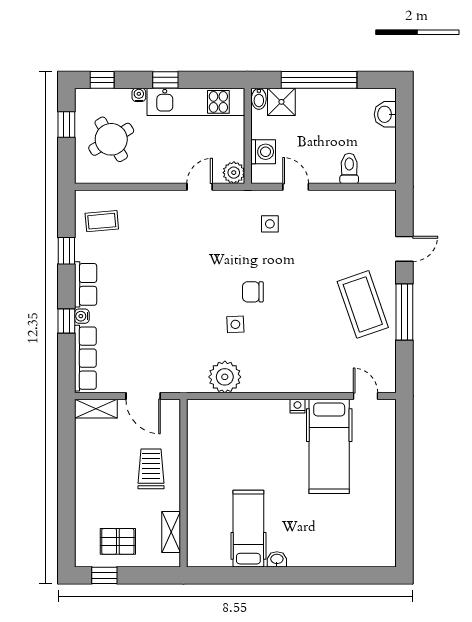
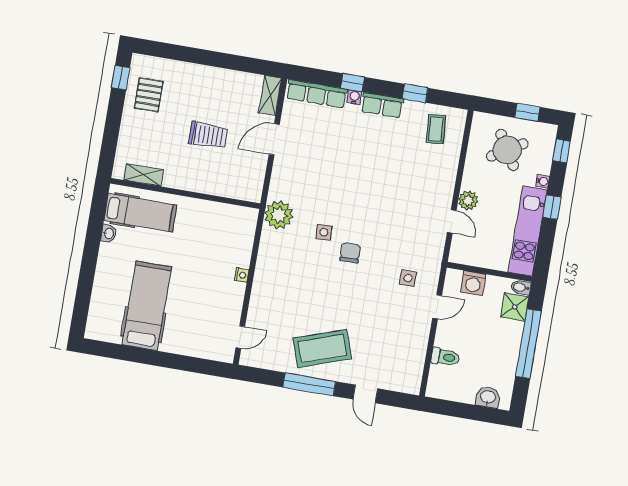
plant: (234, 173) -> (468, 201), moved
hospital bed: (329, 446) -> (147, 306), moved, turned 90
wall: (184, 483) -> (185, 193), moved
shelving: (171, 532) -> (144, 175), moved

